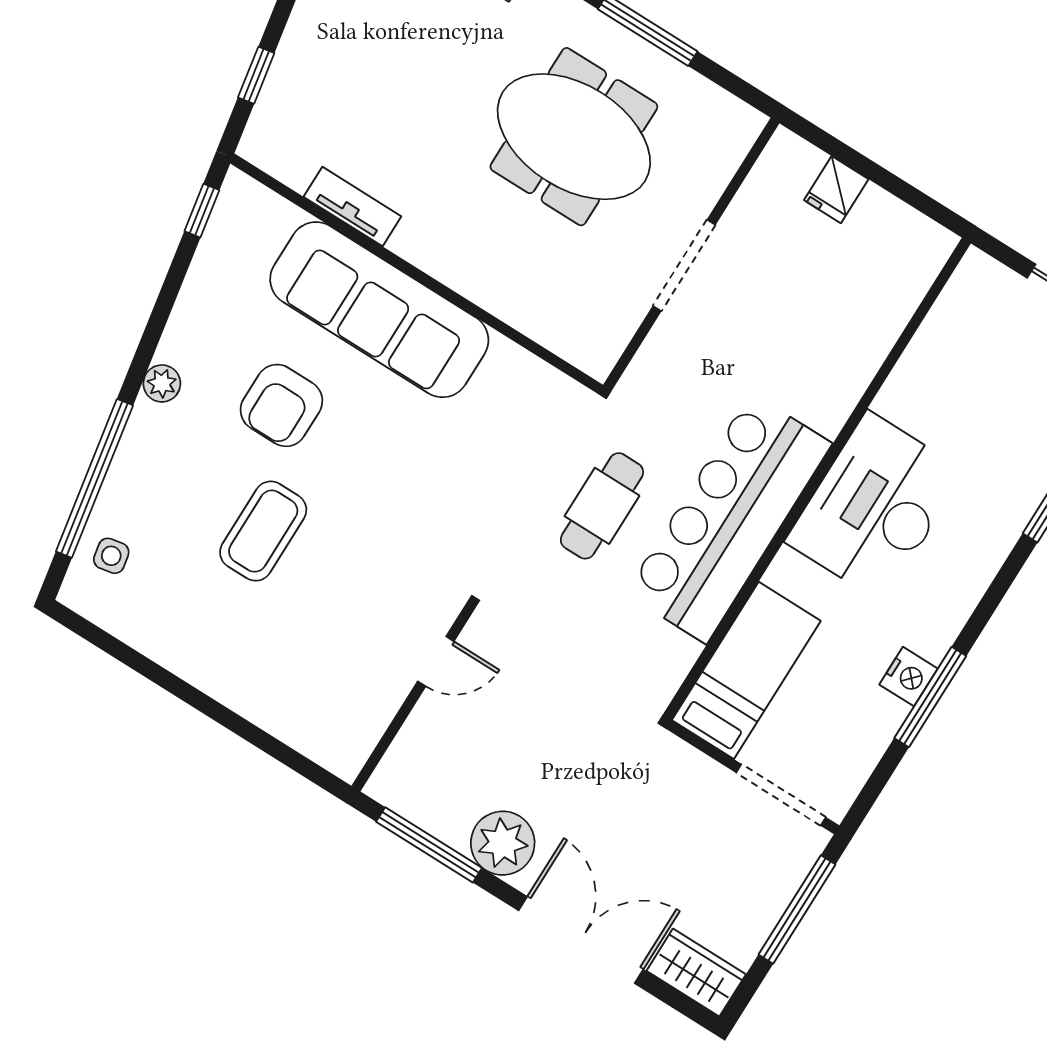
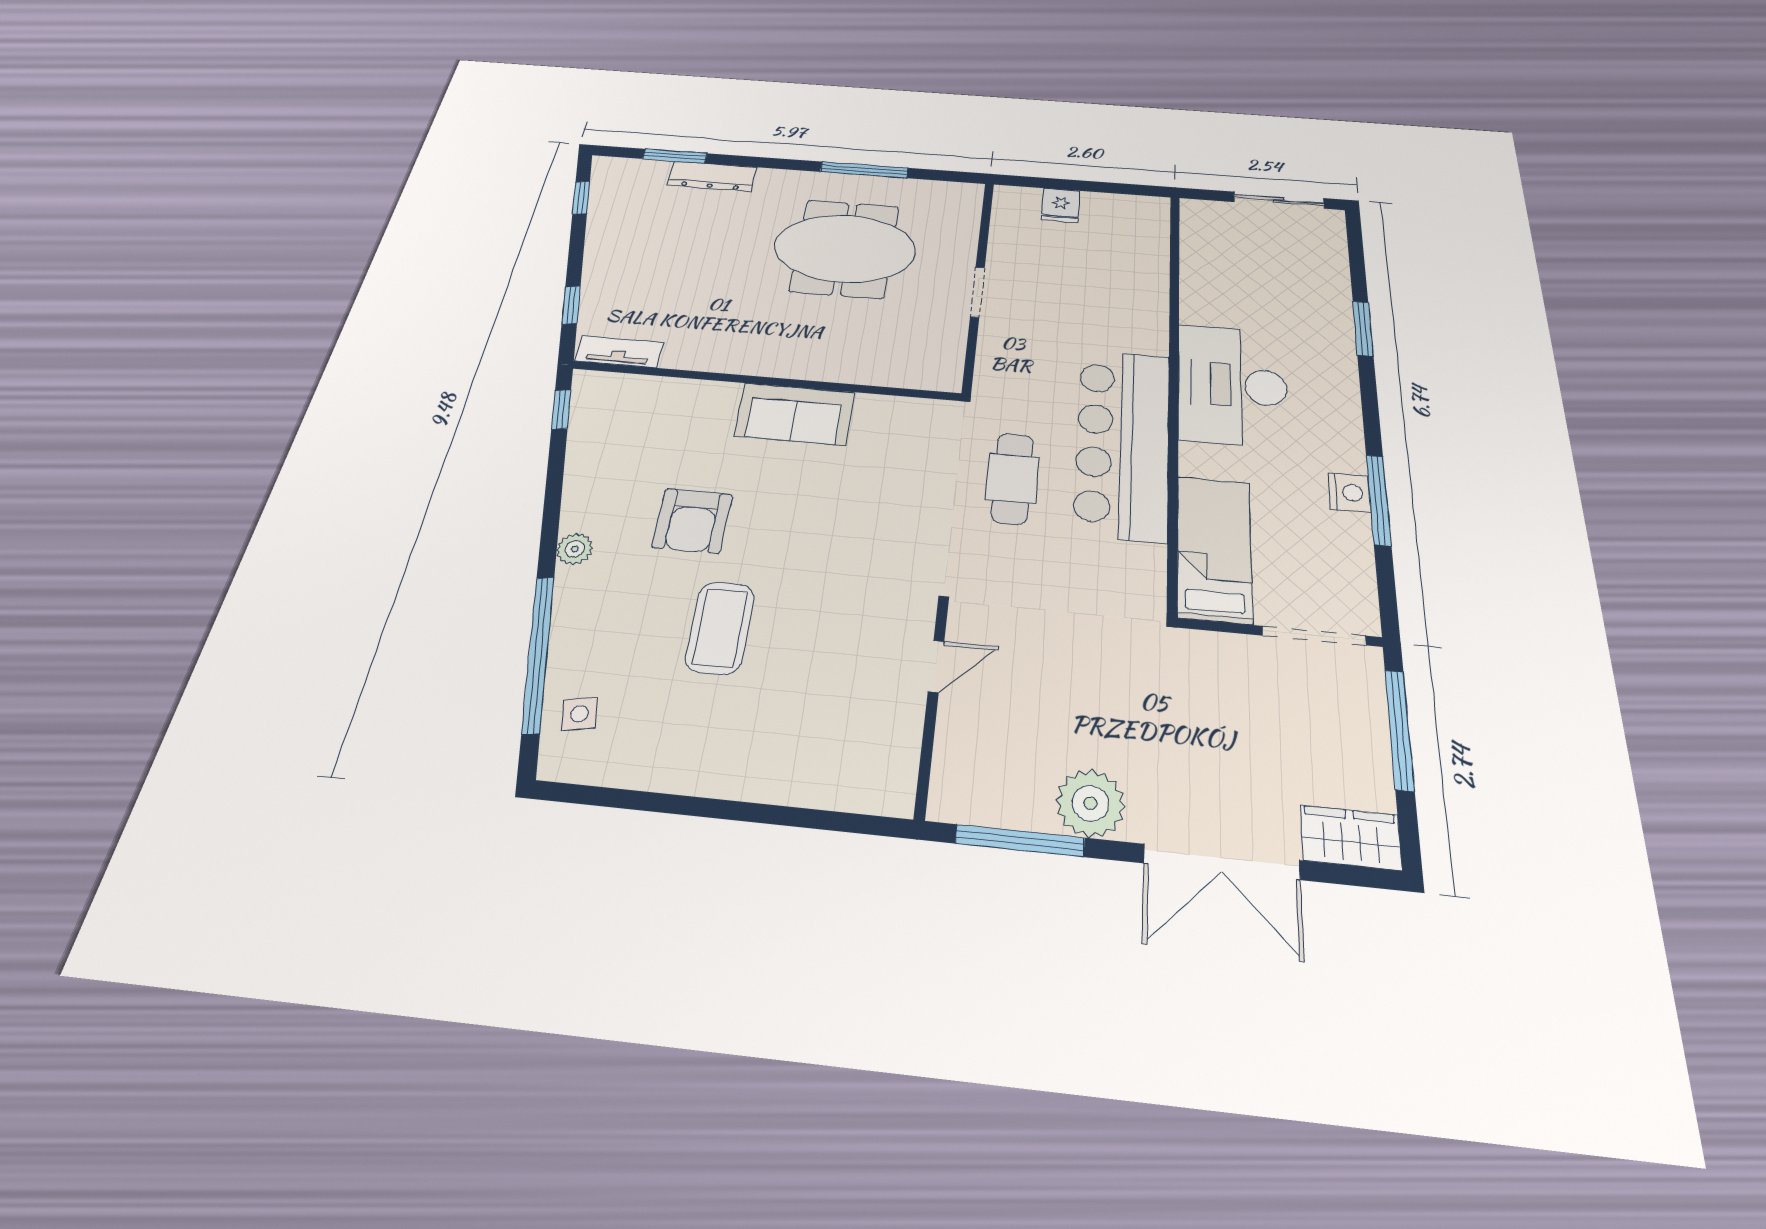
tv unit: (352, 207) -> (619, 352), moved
doorway: (684, 265) -> (977, 292), width x0.73
sofa: (379, 310) -> (795, 414), width x0.54, depth x0.79
double door: (581, 940) -> (1222, 862), swing flipped

